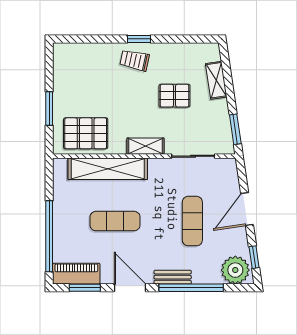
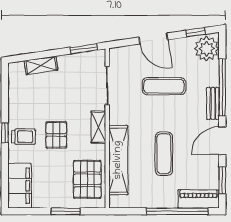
filing cabinet: (78, 56) -> (20, 186), added
trolley: (135, 60) -> (23, 137), turned -102
pallet: (175, 96) -> (56, 135), moved
piano: (76, 274) -> (198, 199), moved, turned 90

